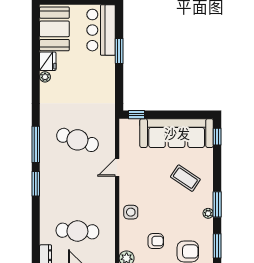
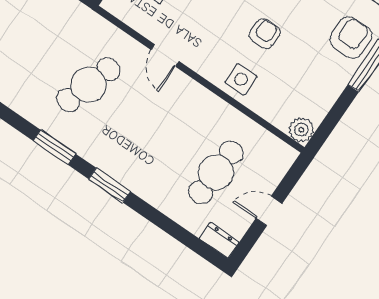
window: (36, 144) -> (54, 147), width x0.69
armchair: (156, 241) -> (265, 34), moved

